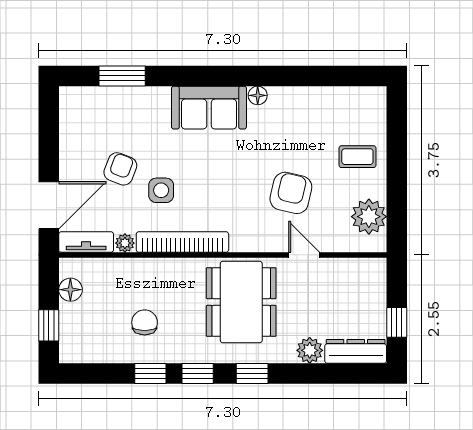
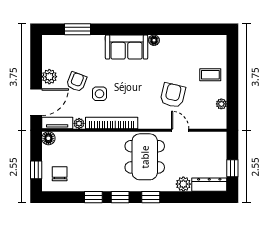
plant: (72, 160) -> (49, 77), added
plant: (369, 217) -> (221, 104), width x0.53, depth x0.53
floor lamp: (70, 290) -> (48, 138), moved
chair: (145, 322) -> (60, 174), moved

